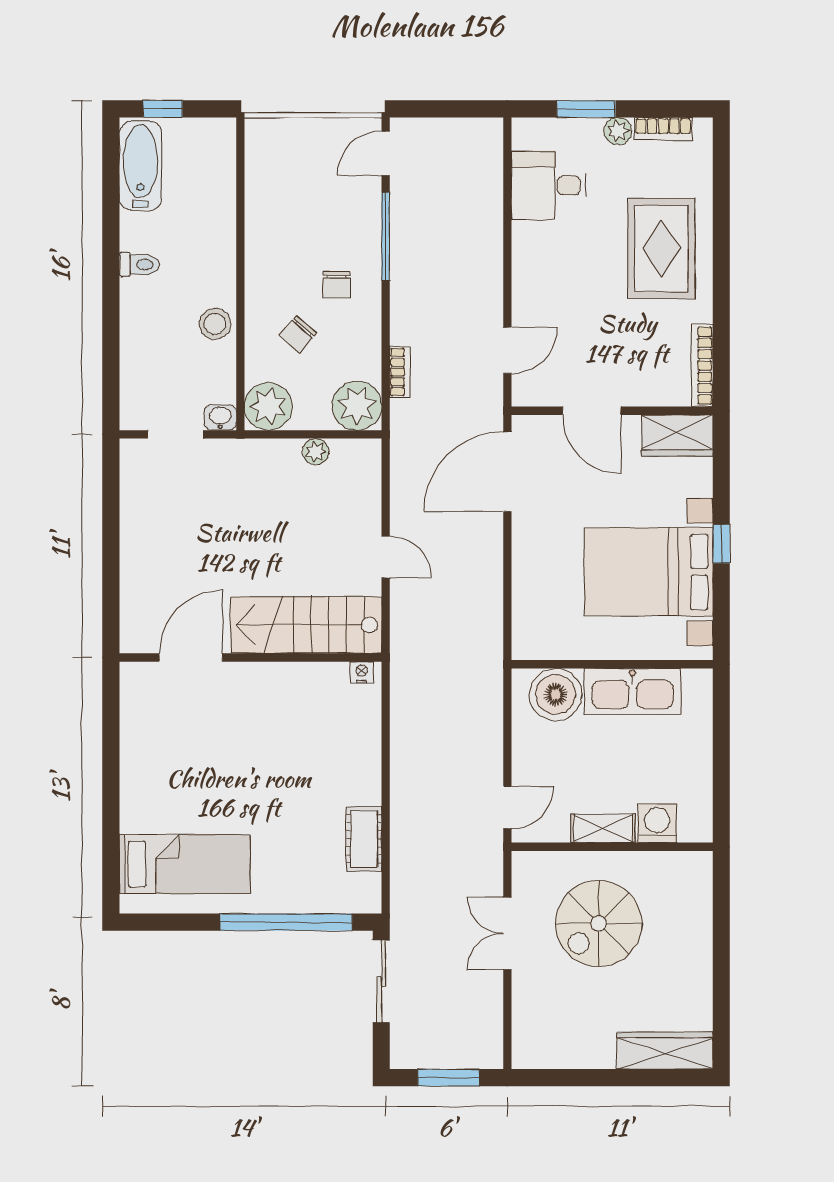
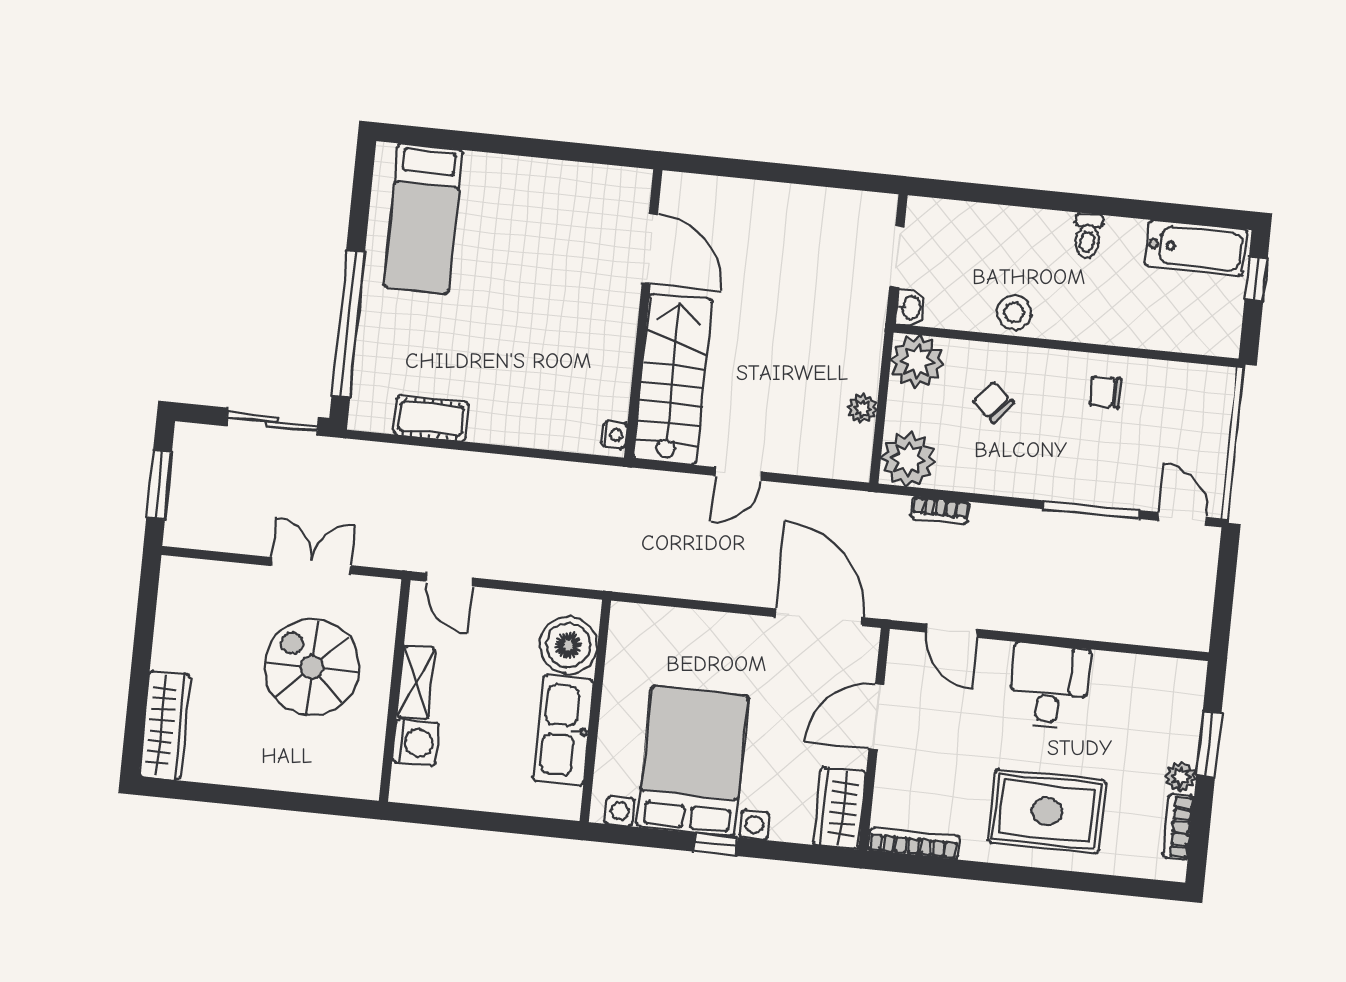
desk: (549, 185) -> (1049, 686), moved
chair: (336, 285) -> (1106, 392), moved

